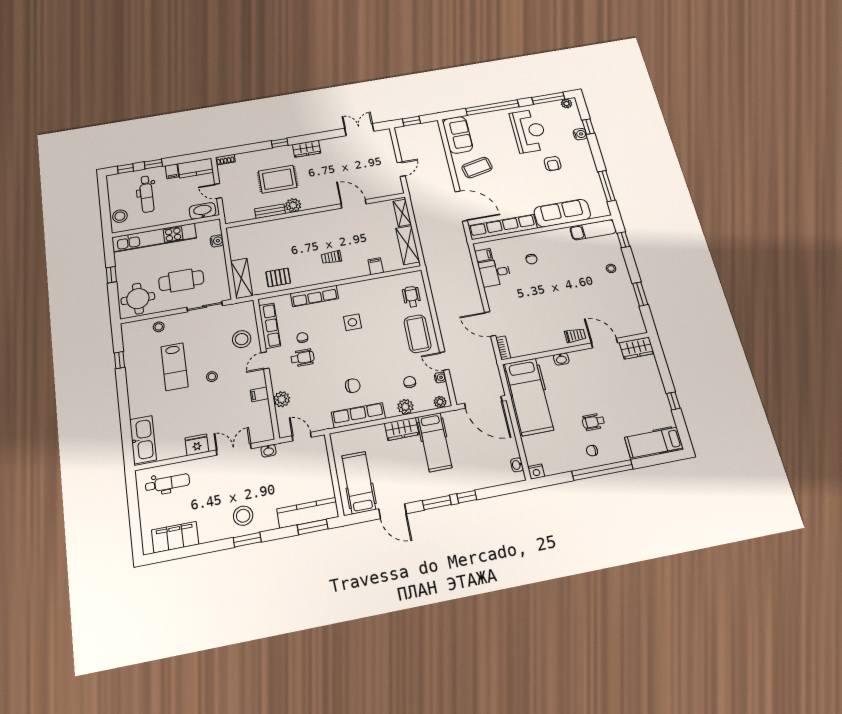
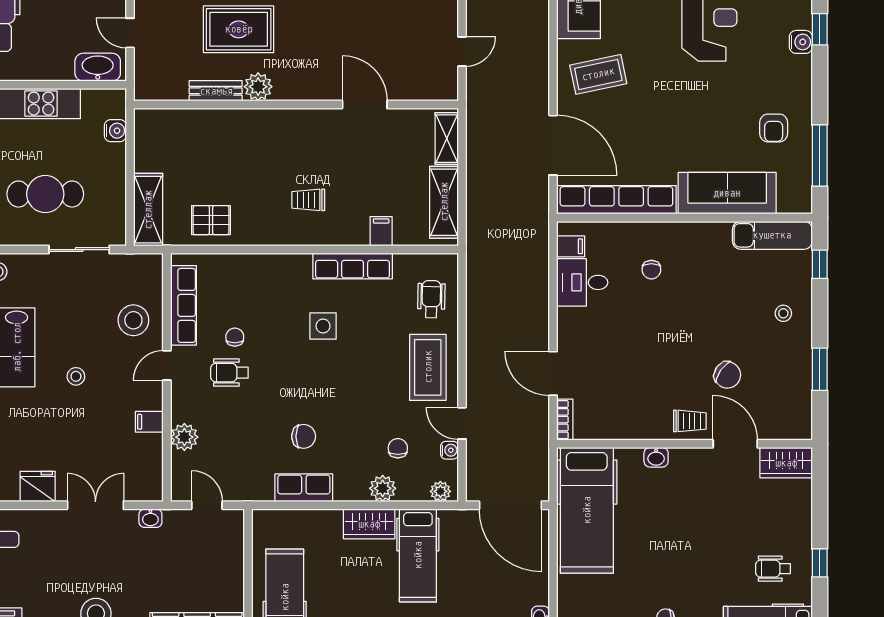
armchair: (553, 164) -> (774, 128), moved
row of seats: (314, 296) -> (353, 266), moved
chair: (589, 307) -> (727, 375), added
wheelchair: (303, 358) -> (229, 373), turned 180
row of seats: (358, 415) -> (304, 488), width x0.68
wheelchair: (593, 422) -> (773, 569), moved

